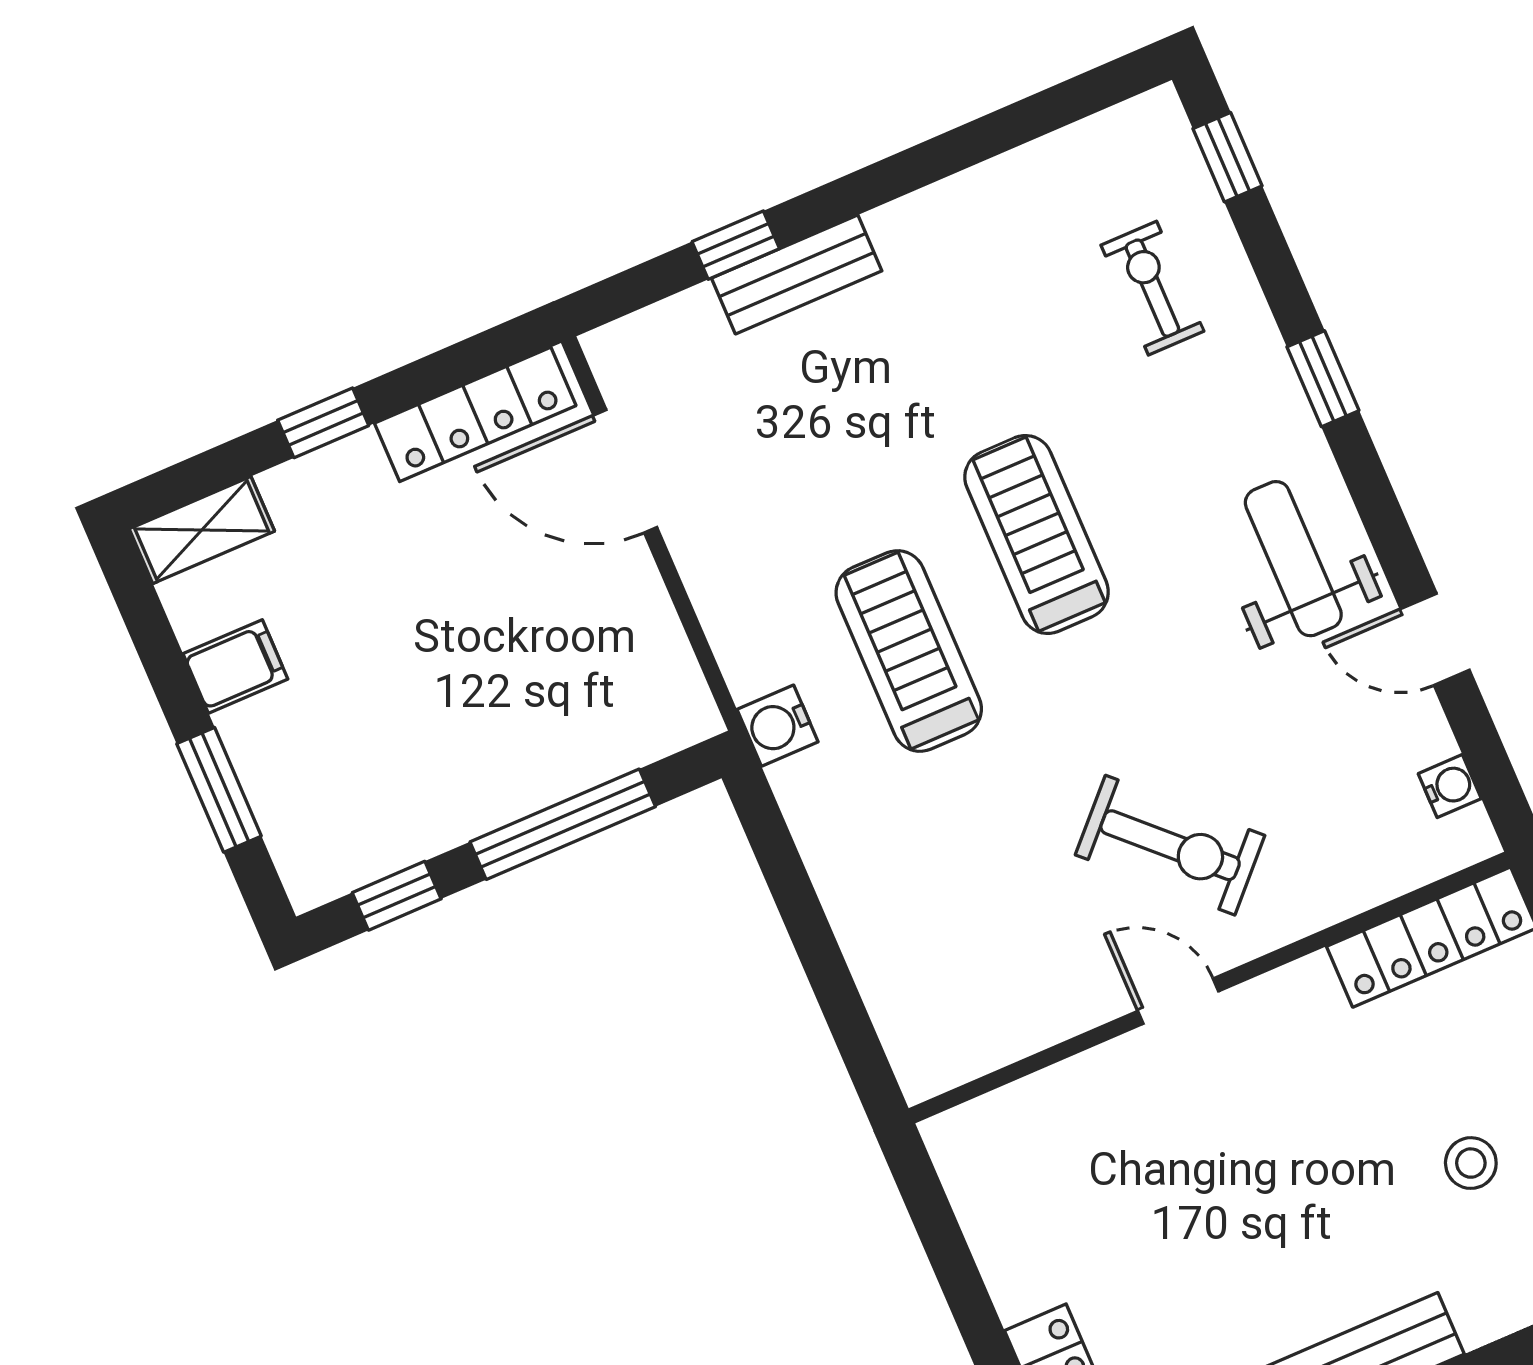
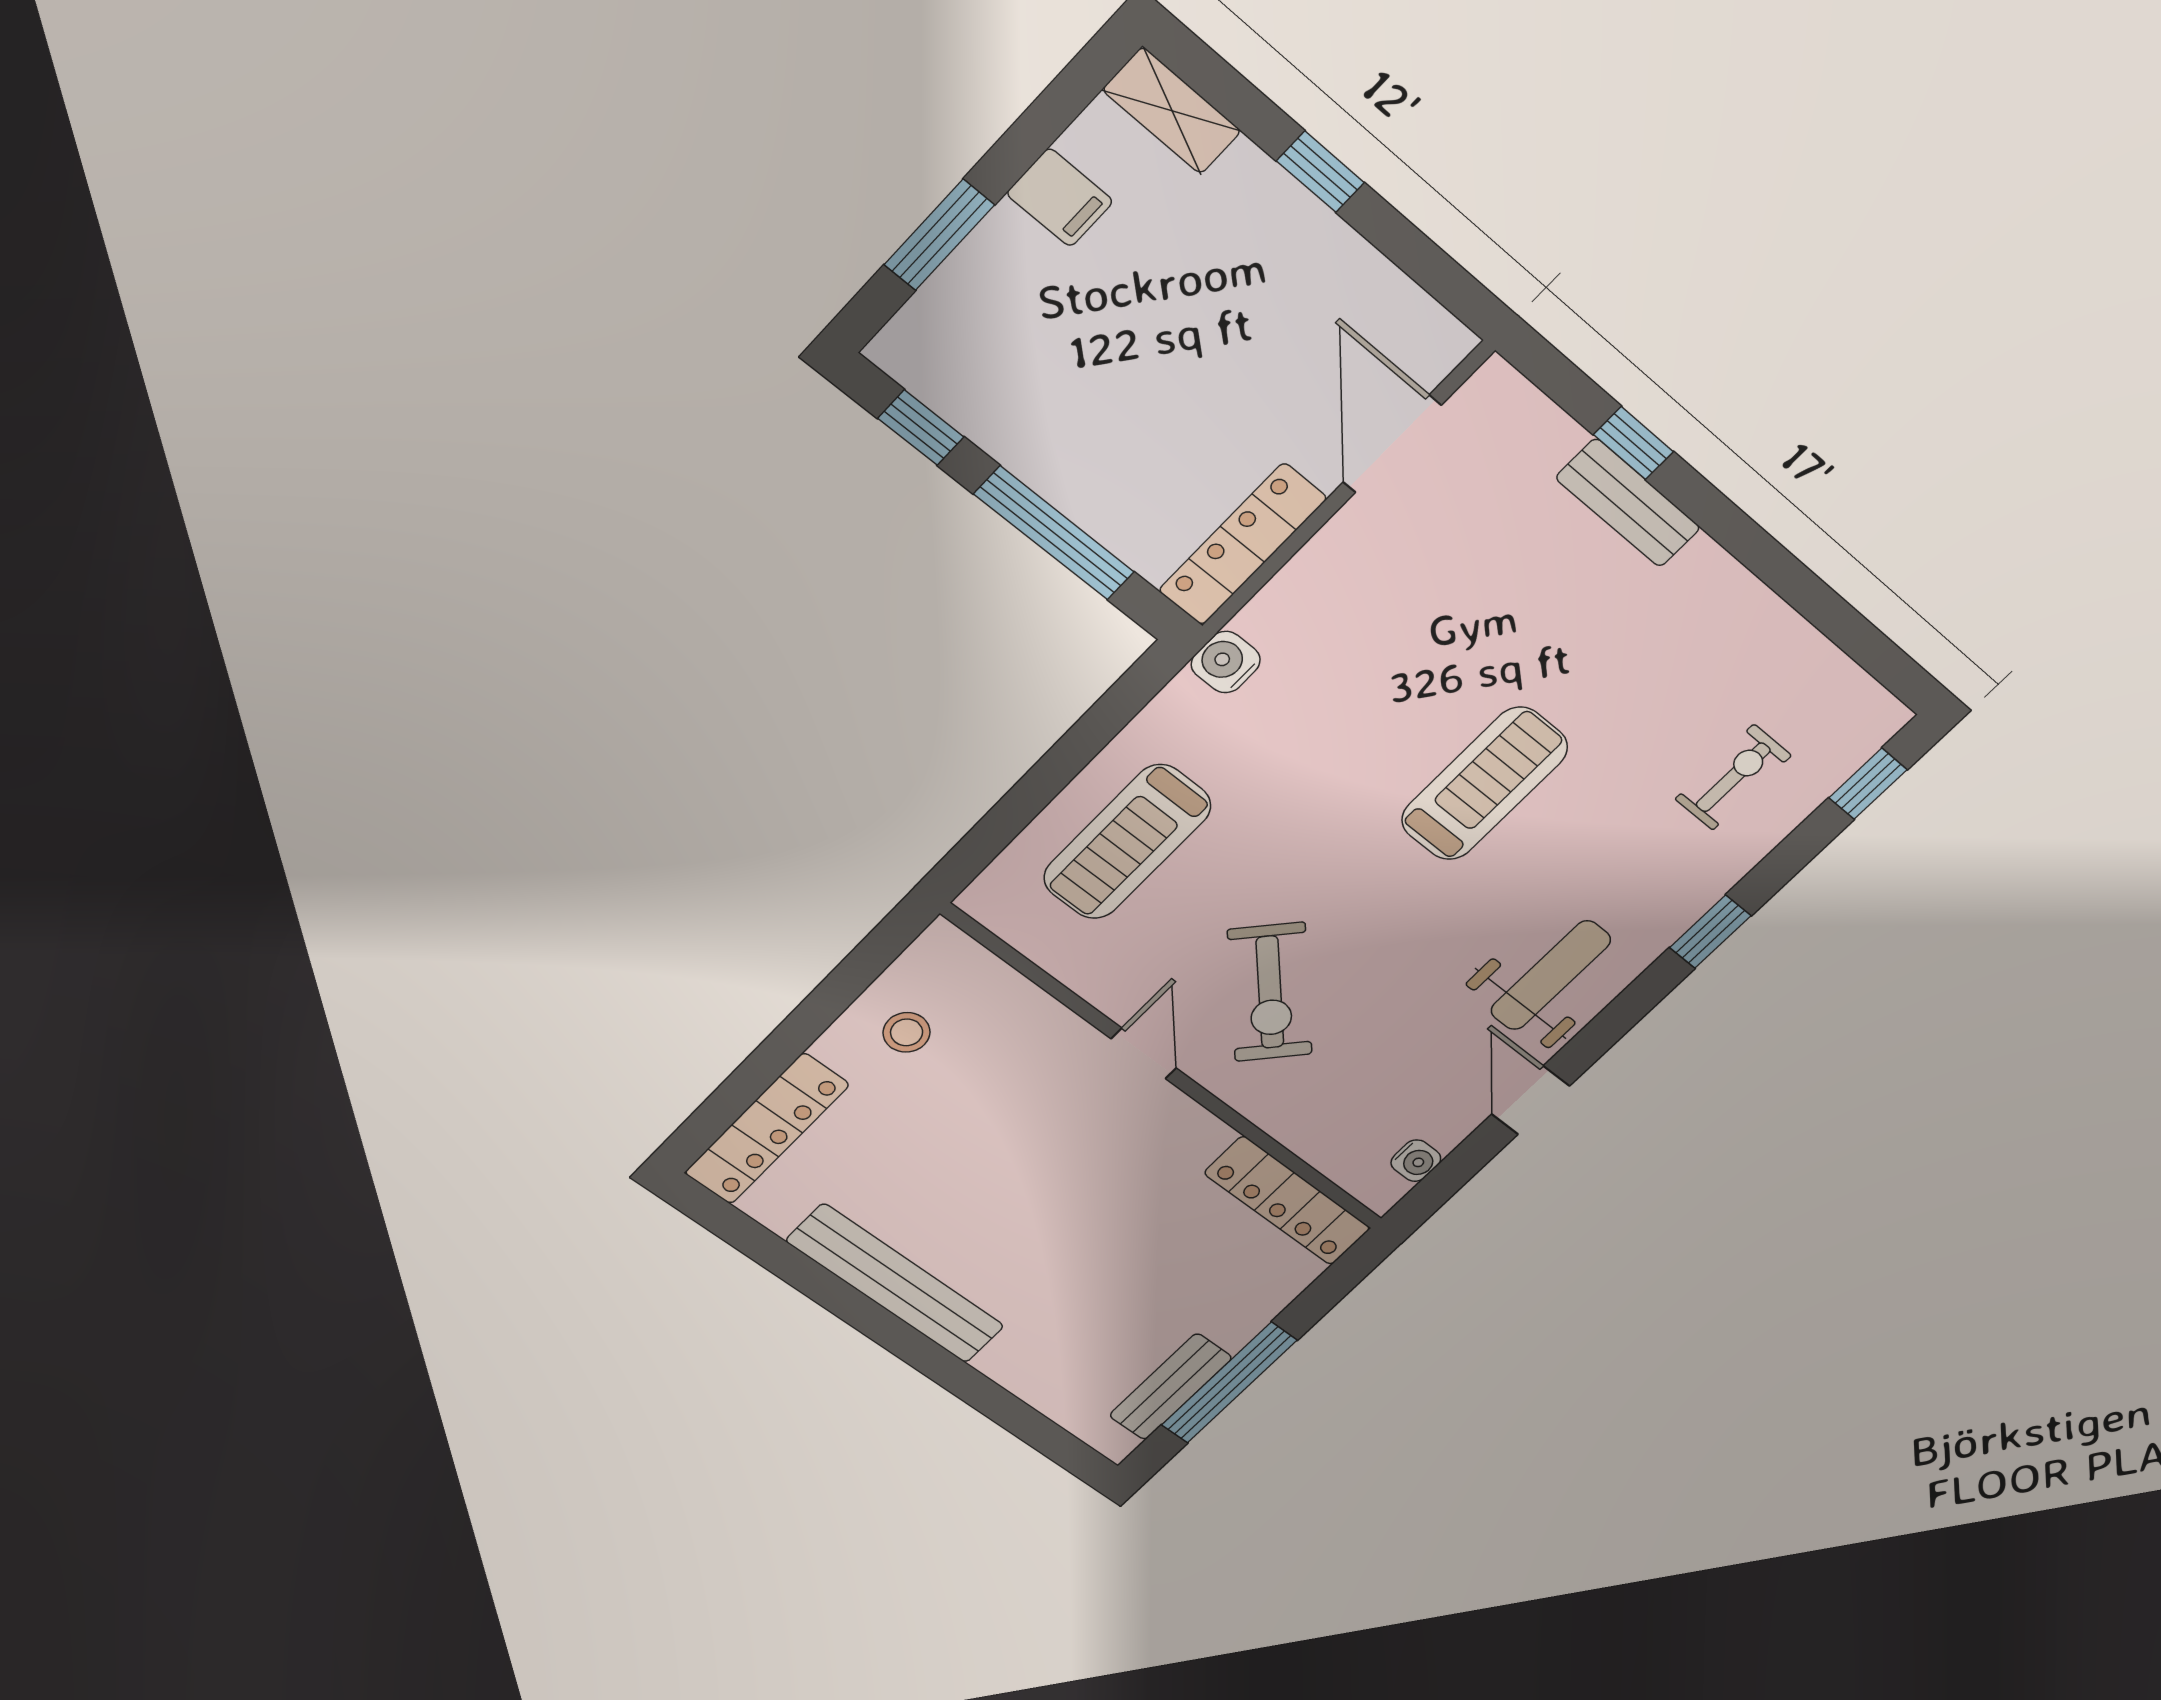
locker: (475, 414) -> (1243, 544), moved, turned 90
treadmill: (909, 651) -> (1127, 842), moved, turned 180
stool: (1471, 1163) -> (907, 1032), moved

